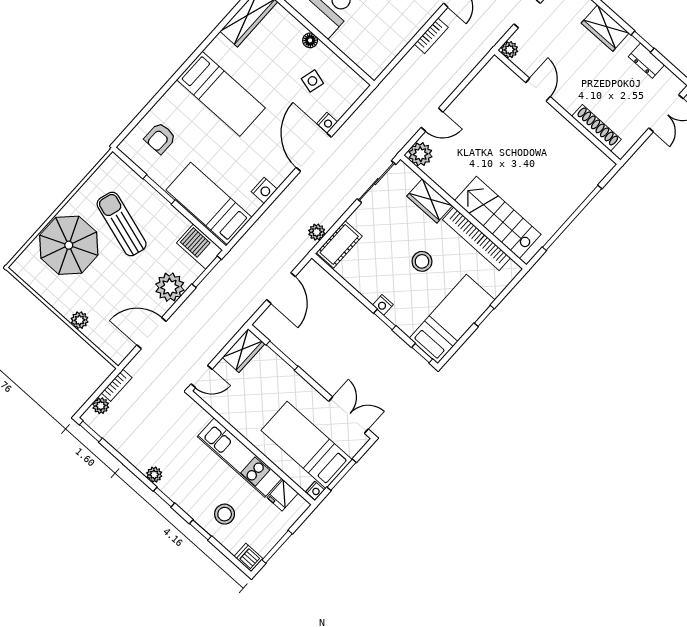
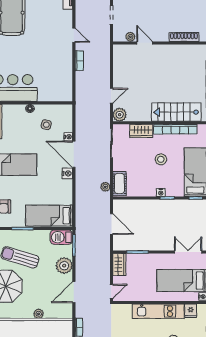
plant: (510, 50) -> (130, 37), moved
nightstand: (264, 190) -> (67, 173), moved

